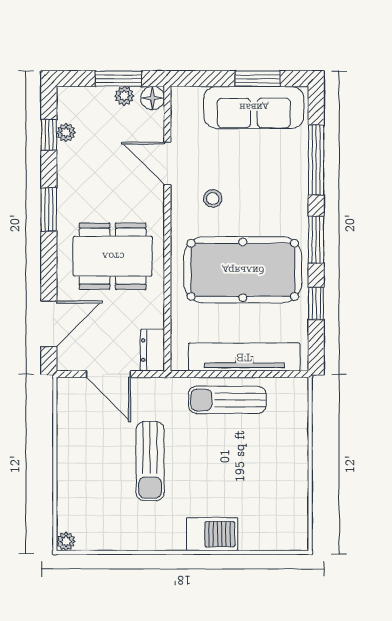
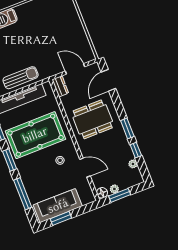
window: (49, 135) -> (136, 150), moved
sun lounger: (150, 461) -> (43, 39), removed

